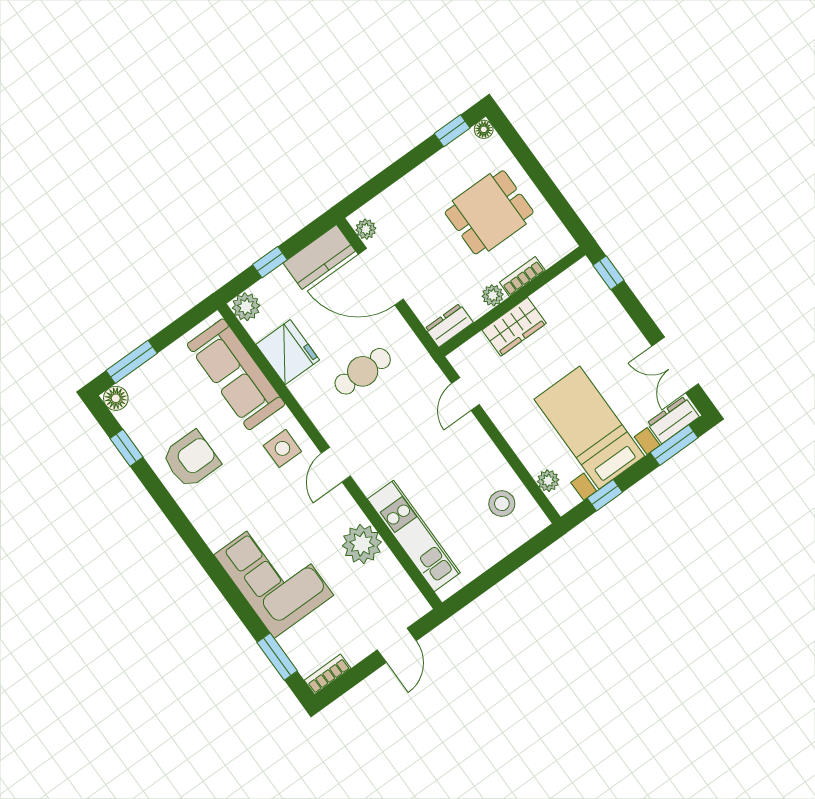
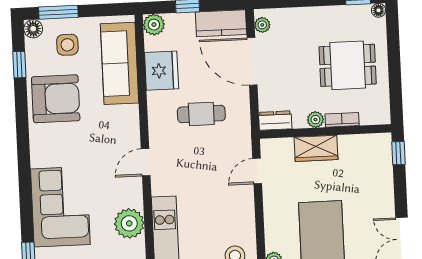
side table: (282, 448) -> (67, 45), moved
armchair: (191, 459) -> (56, 99), width x1.36, depth x1.36

